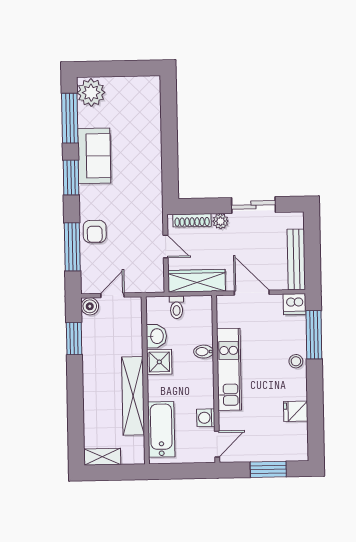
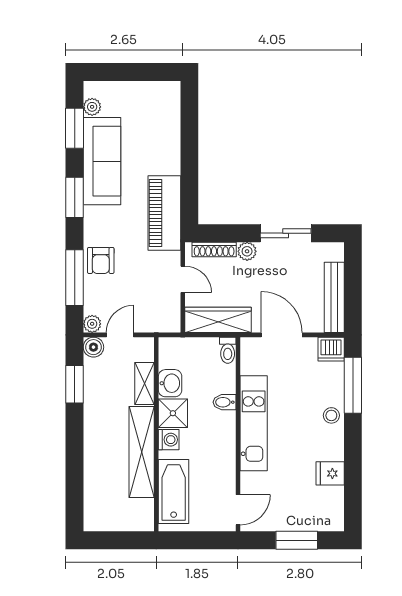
plant: (91, 93) -> (92, 107), width x0.53, depth x0.53
window: (70, 118) -> (75, 128), width x0.69
sofa: (94, 156) -> (102, 161), width x1.36
piano: (149, 190) -> (164, 213), added
plant: (88, 286) -> (92, 324), added
toilet: (177, 307) -> (228, 350), moved
washing machine: (206, 418) -> (169, 440), moved, turned 180
shelving: (102, 457) -> (145, 384), moved, turned 90

